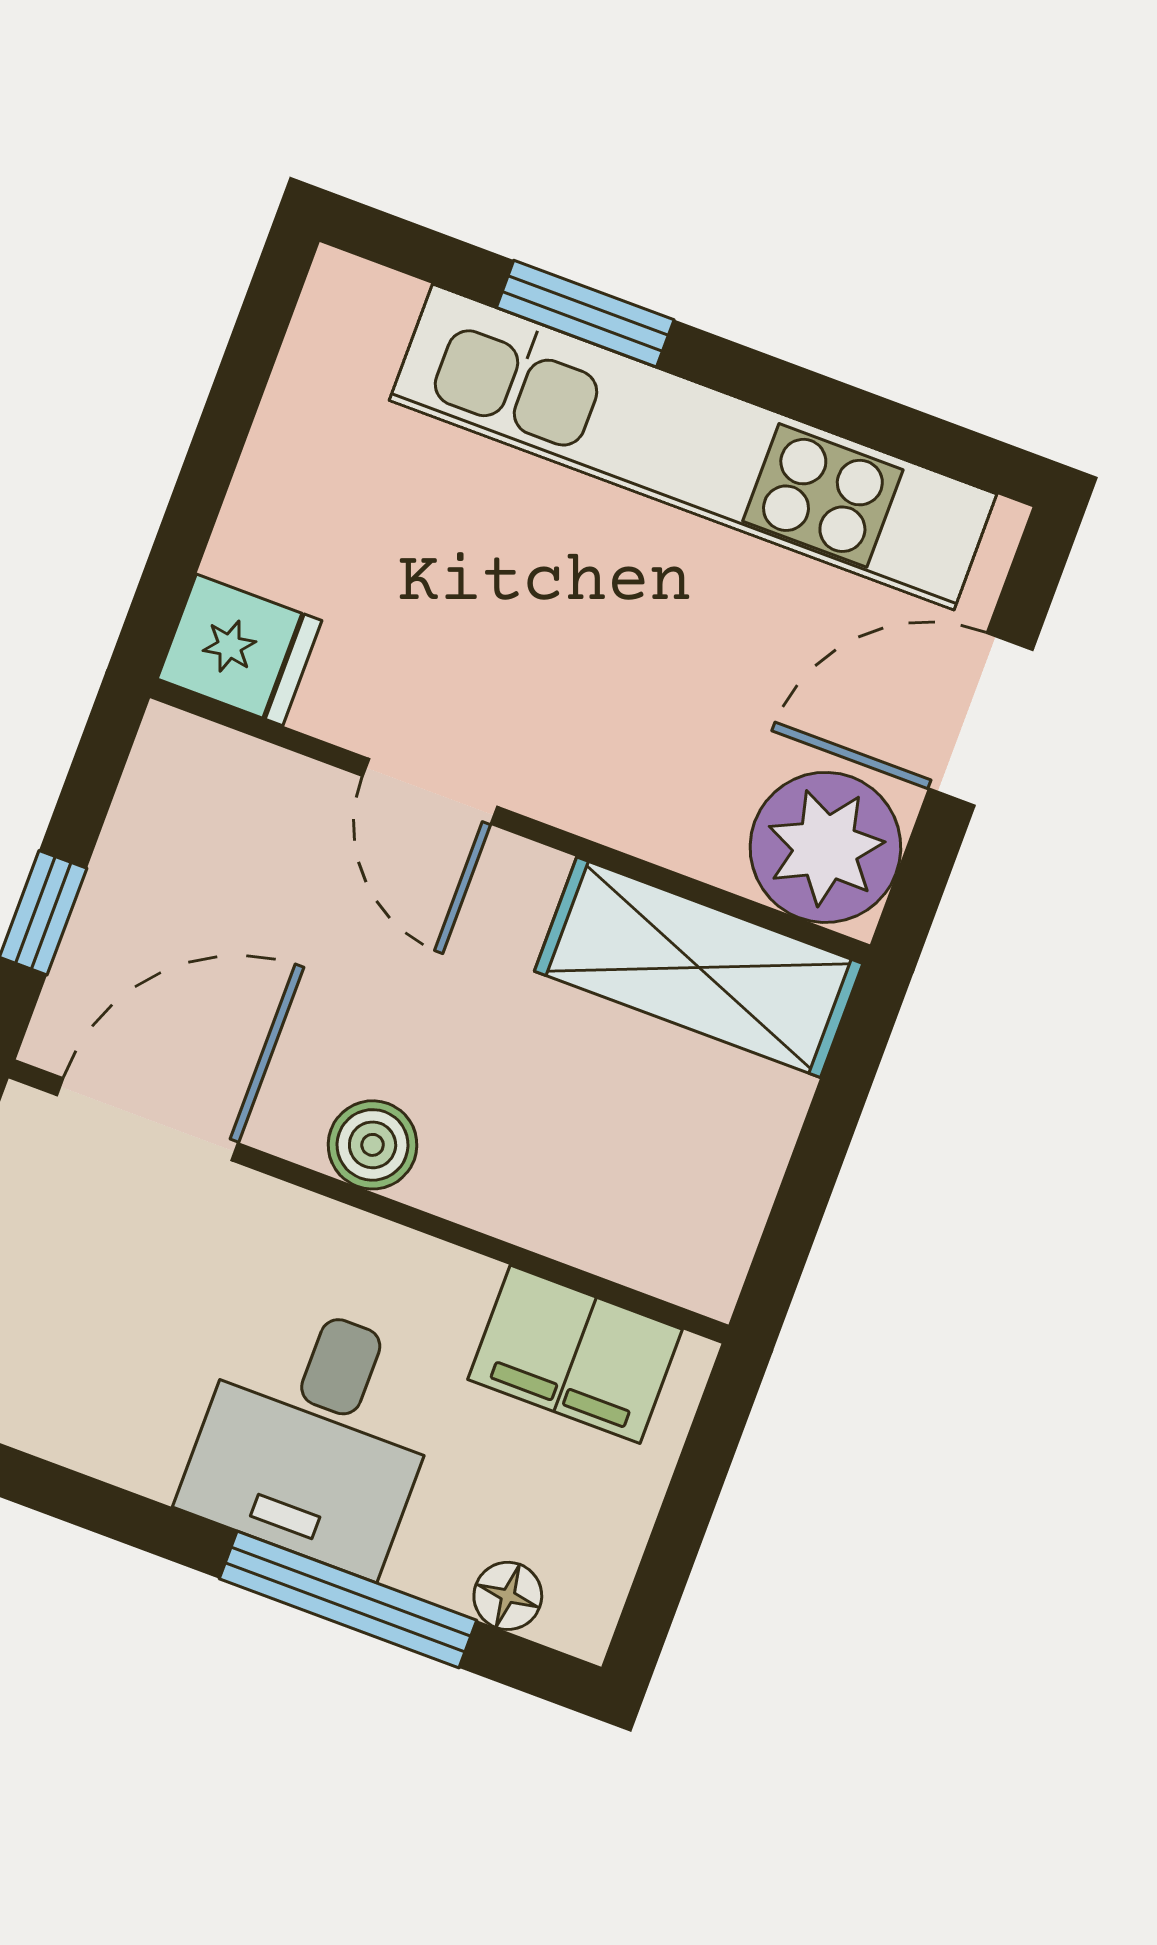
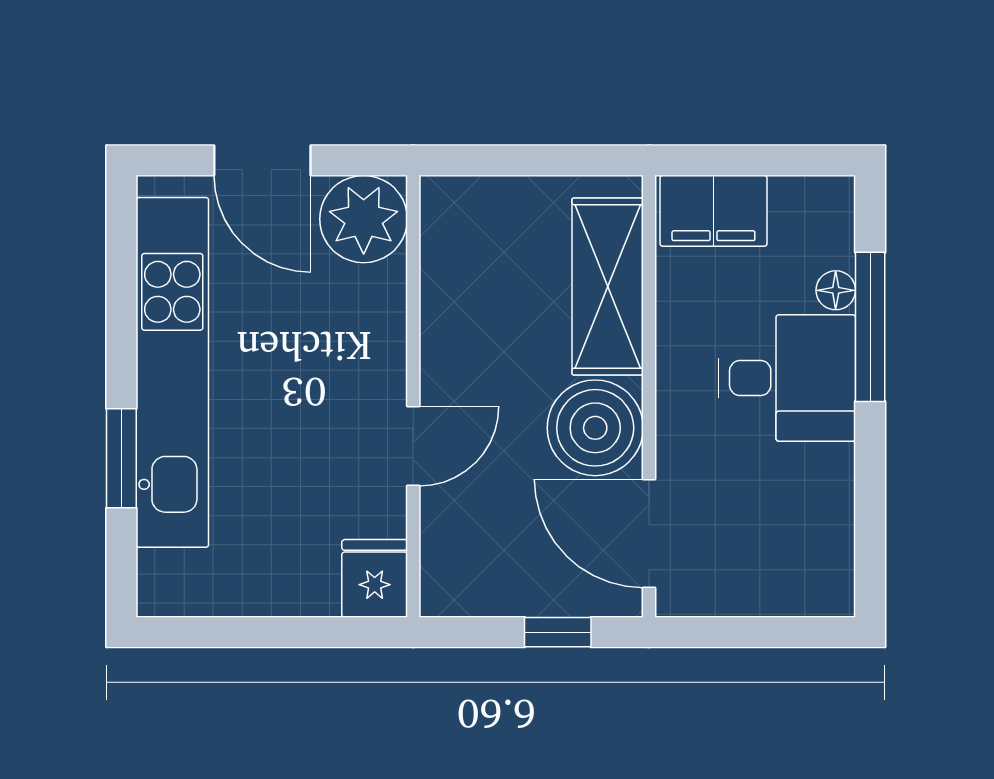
shelving: (699, 967) -> (608, 286), moved
boiler: (373, 1145) -> (595, 428), width x1.86, depth x1.86
filing cabinet: (575, 1354) -> (713, 211), moved, turned 90
floor lamp: (508, 1596) -> (836, 290), moved

